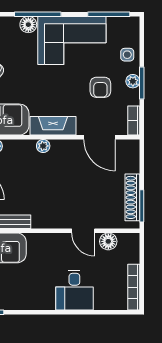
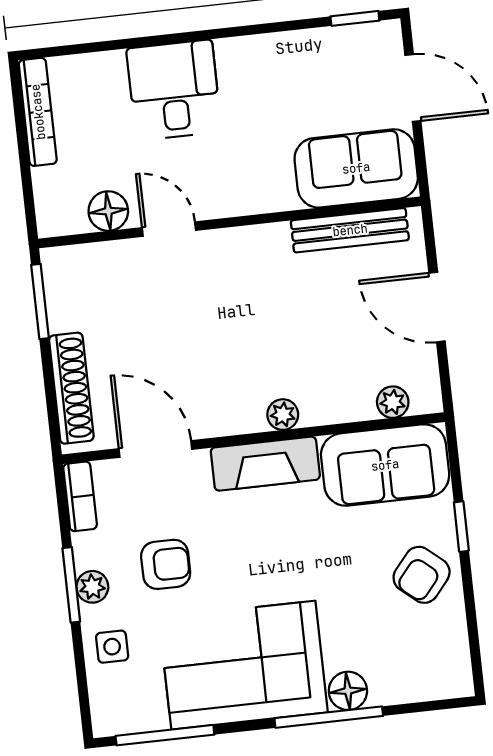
armchair: (100, 87) -> (166, 564), turned 90
shoe rack: (132, 197) -> (71, 388), moved

